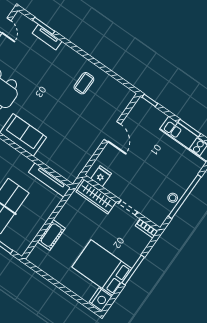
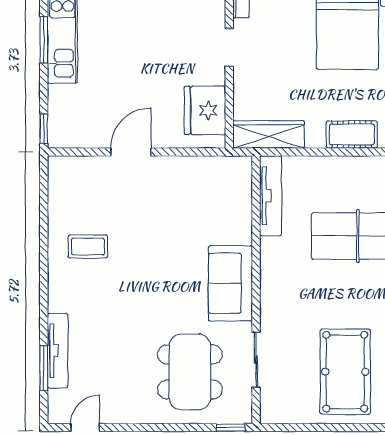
tv unit: (47, 37) -> (58, 351), width x1.41
fridge: (101, 176) -> (205, 110), width x1.88, depth x1.34
wardrobe: (96, 197) -> (269, 134), moved, turned -90

